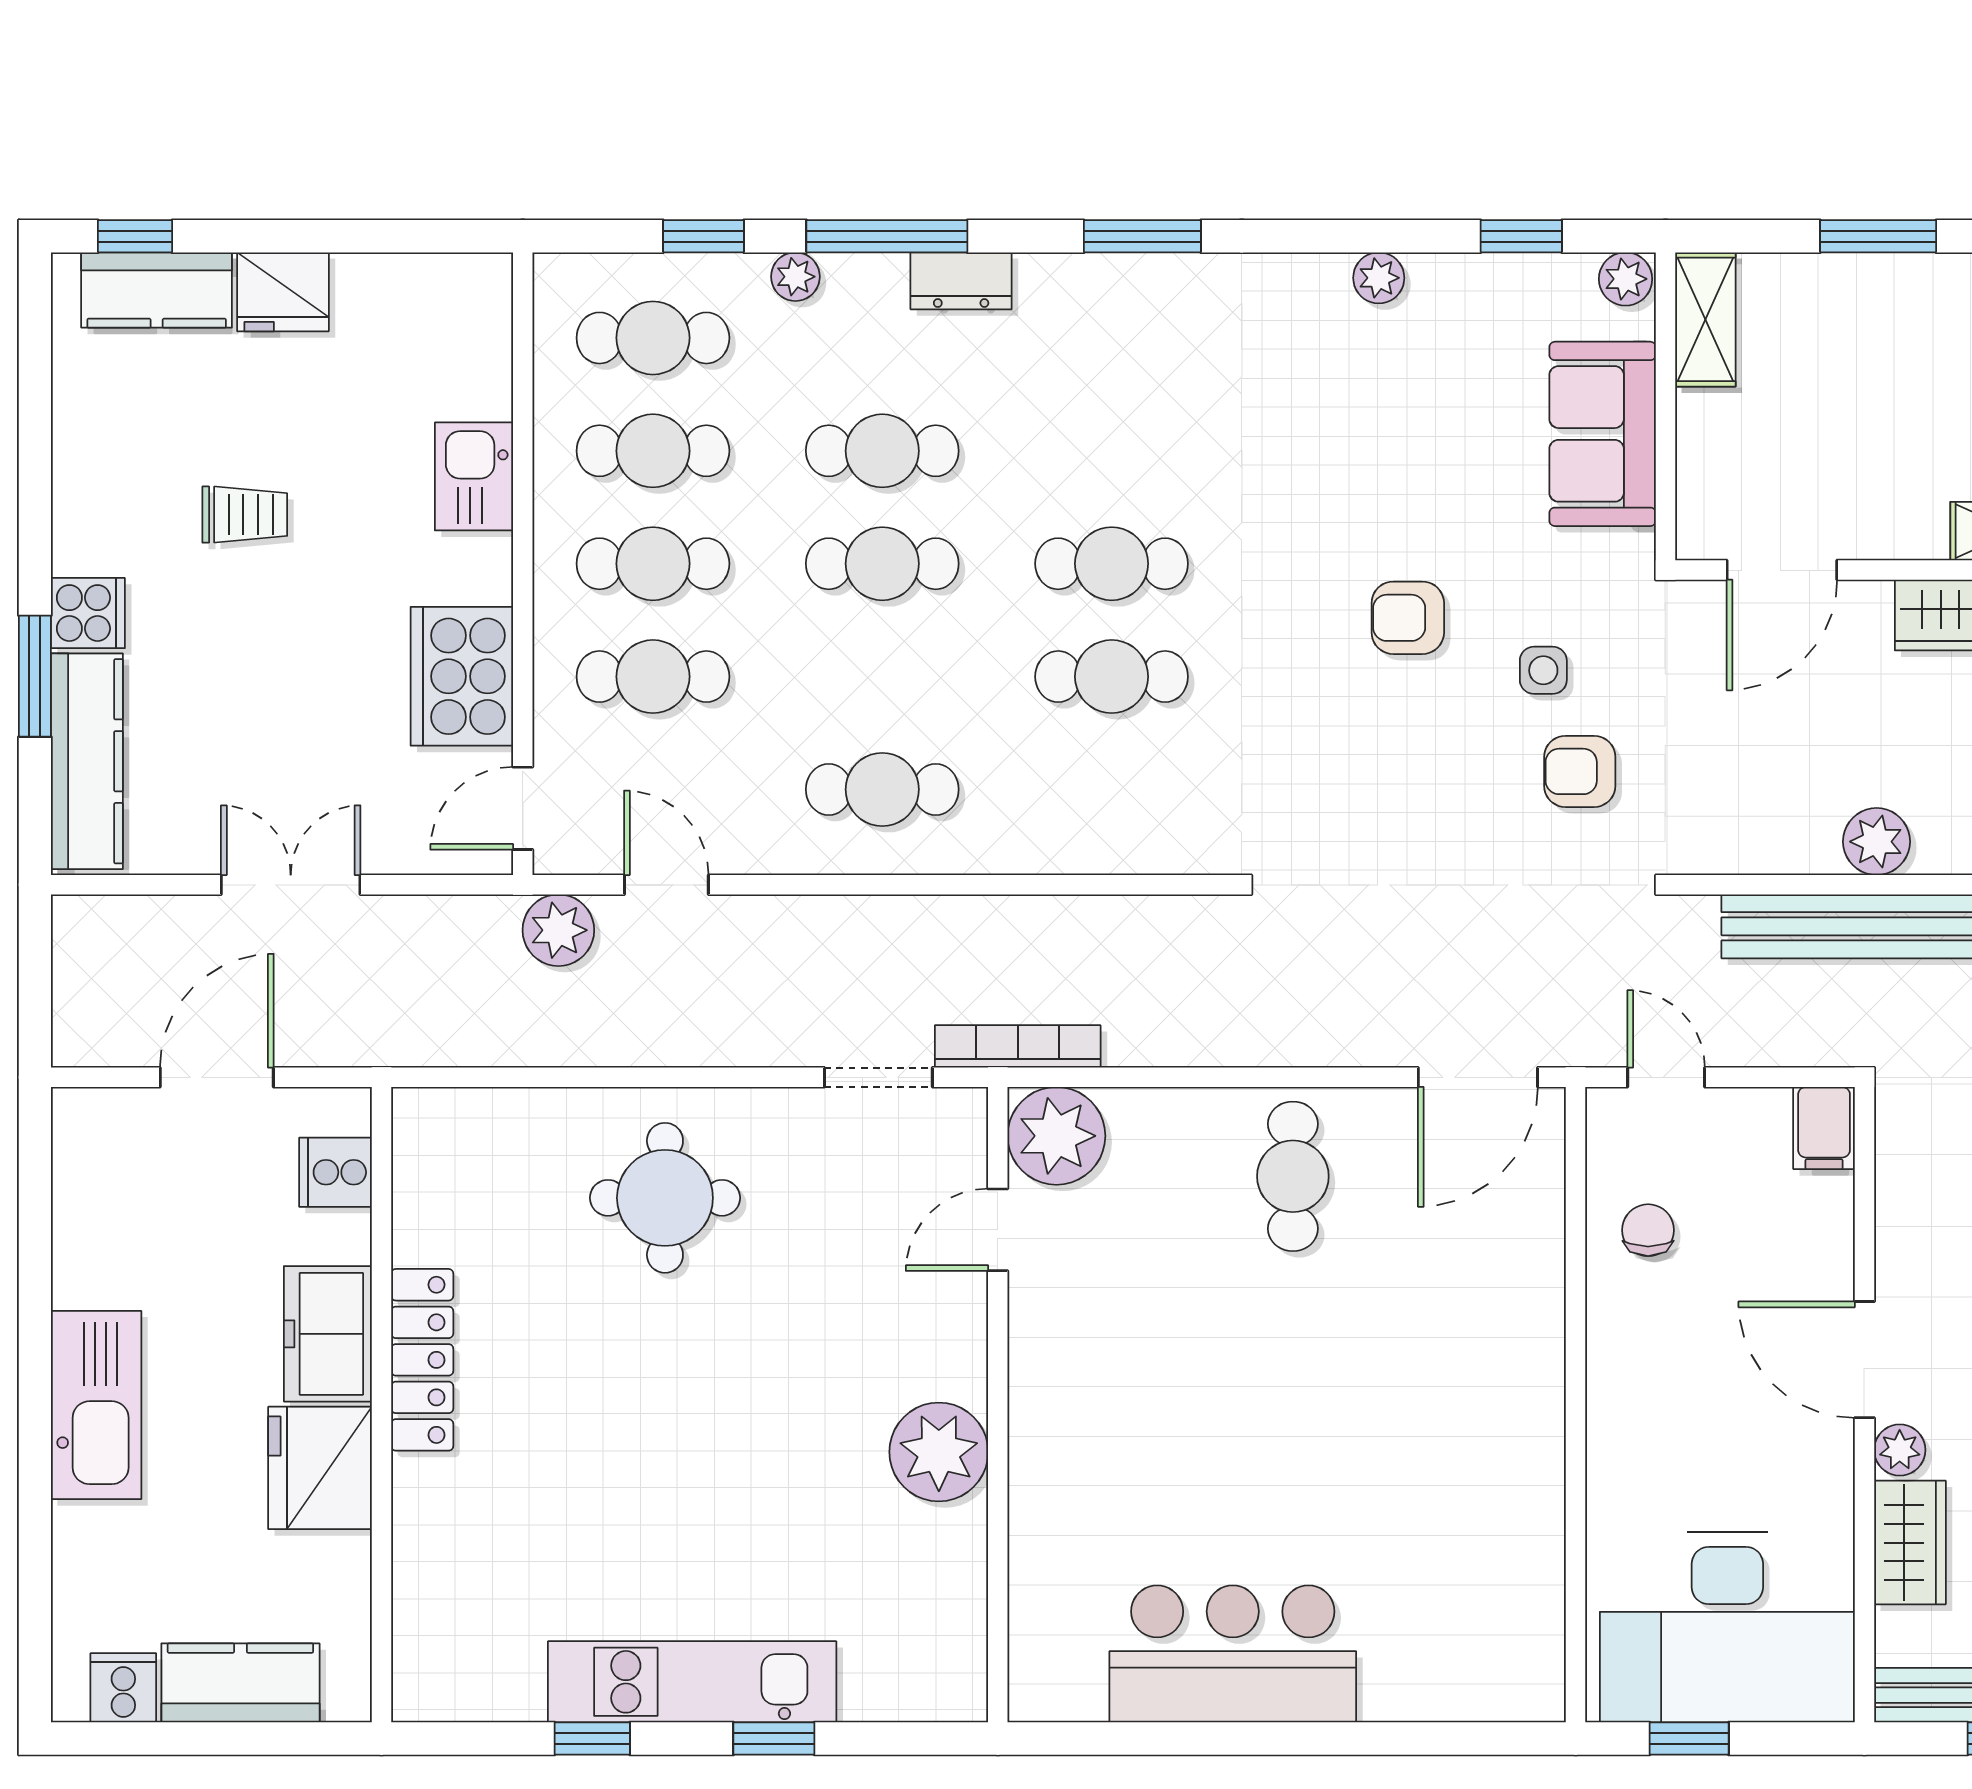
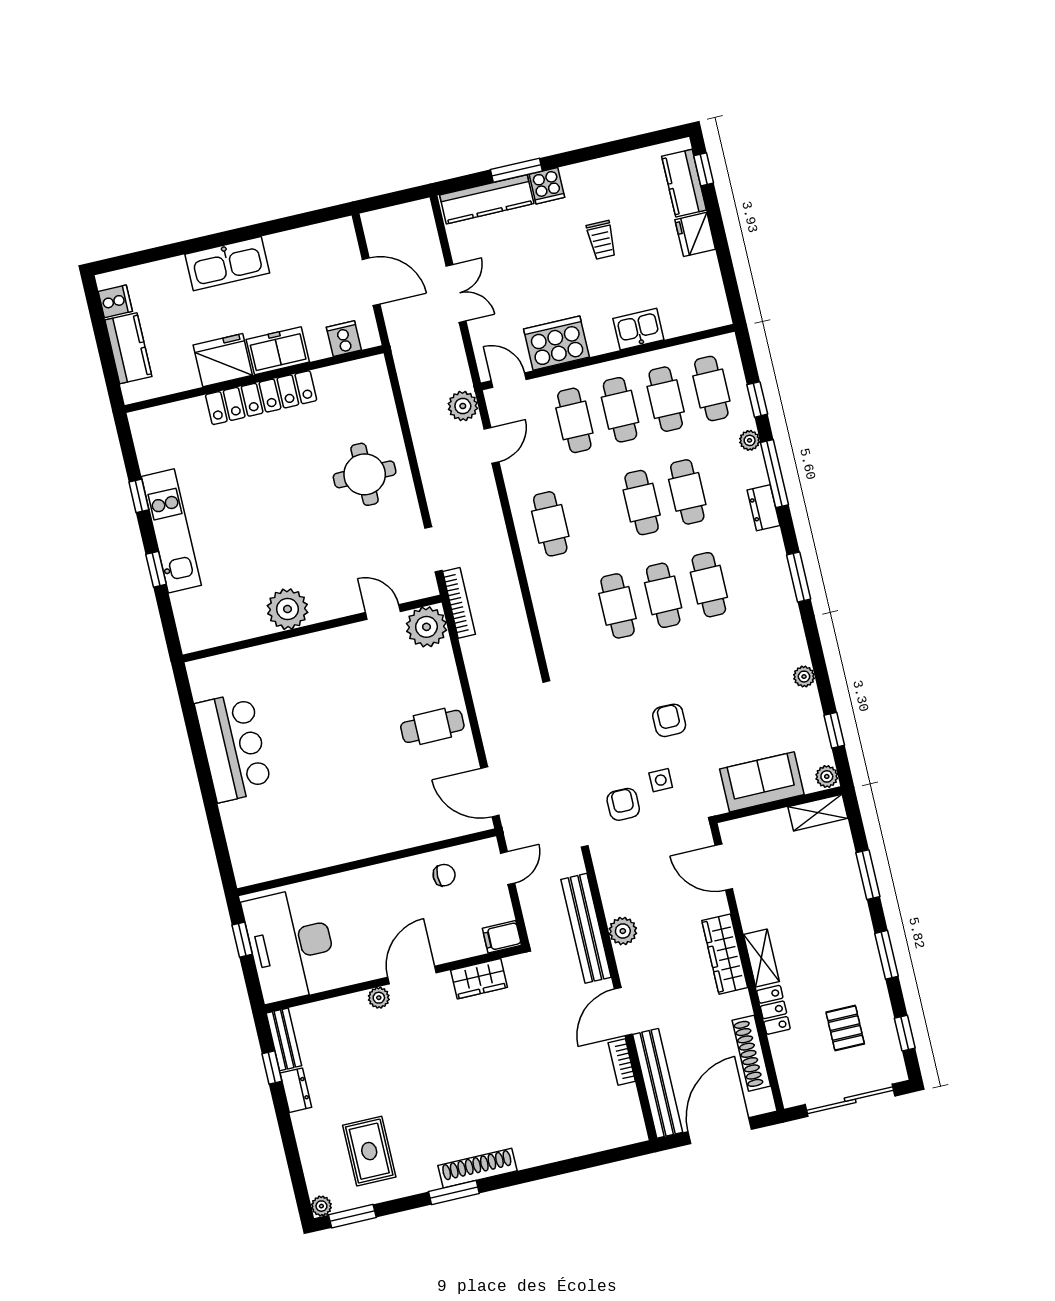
cafe table: (1112, 451) -> (709, 585), added
locker: (422, 1360) -> (261, 398), width x1.41, depth x1.21
wardrobe: (1910, 1543) -> (479, 979), moved

